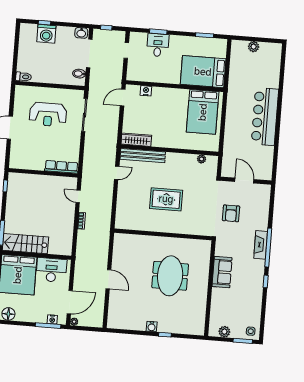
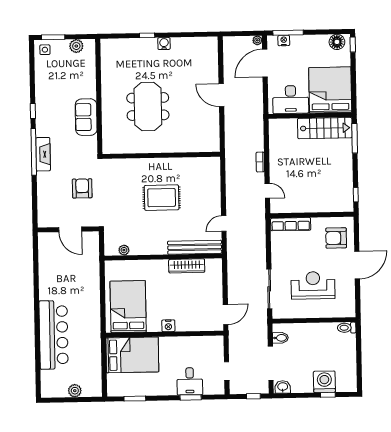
nightstand: (146, 91) -> (168, 326), moved
bar counter: (265, 117) -> (54, 335), moved
wardrobe: (136, 140) -> (187, 266), moved
armchair: (25, 152) -> (336, 238), added

